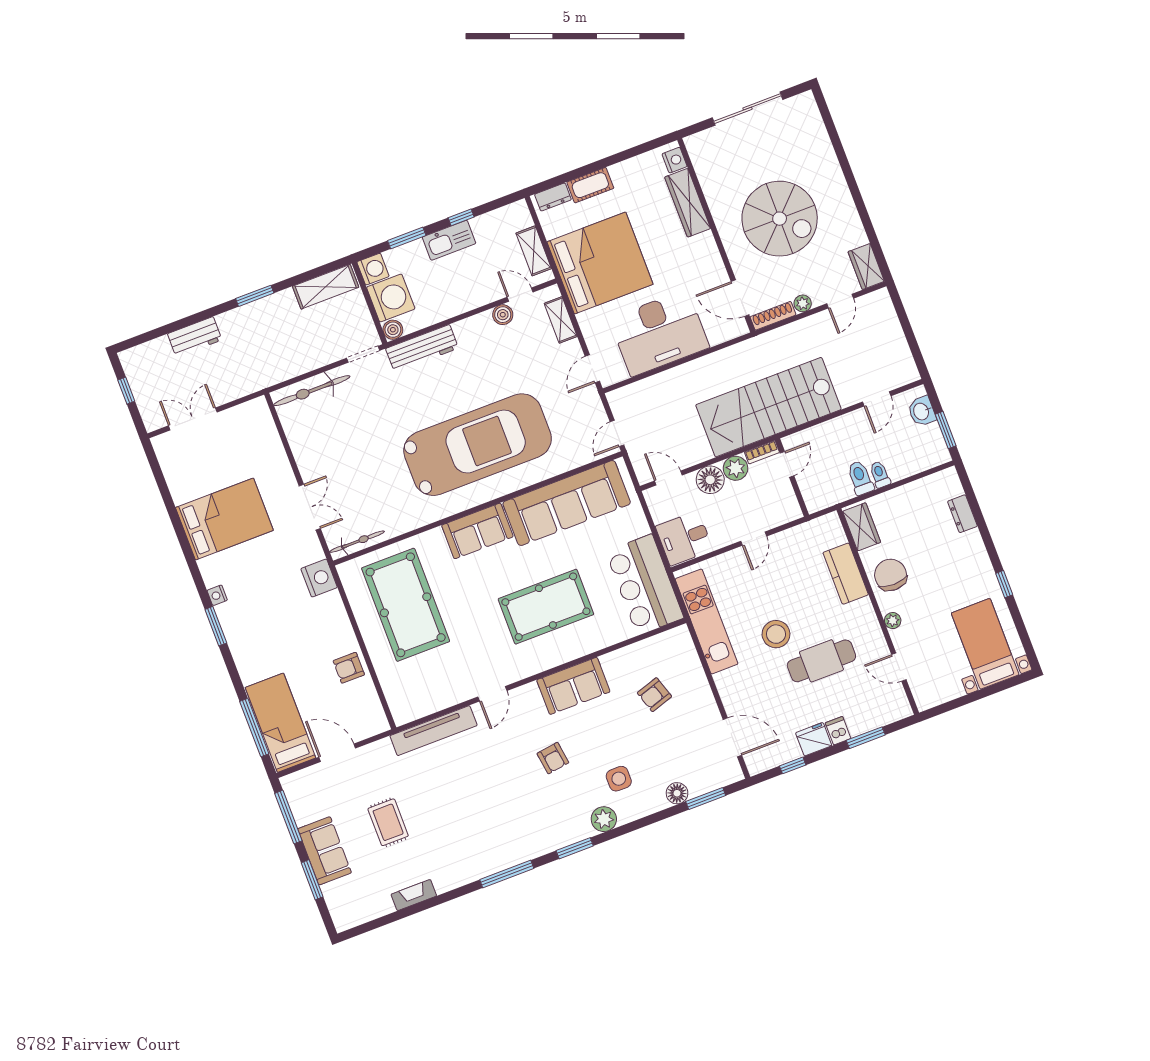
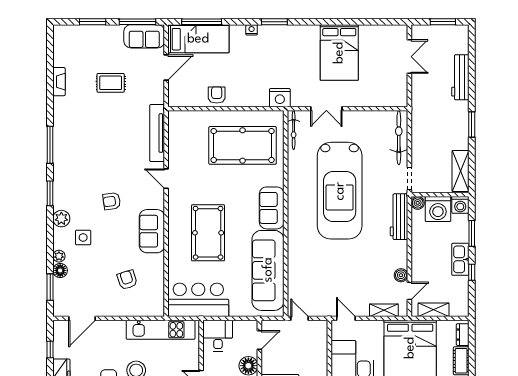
workbench: (195, 337) -> (460, 77), width x1.37
window: (126, 391) -> (443, 22), width x1.50
car: (478, 445) -> (340, 191), moved
nightstand: (217, 595) -> (252, 30), moved
plant: (658, 802) -> (59, 256), added
sofa: (325, 851) -> (144, 36), moved

